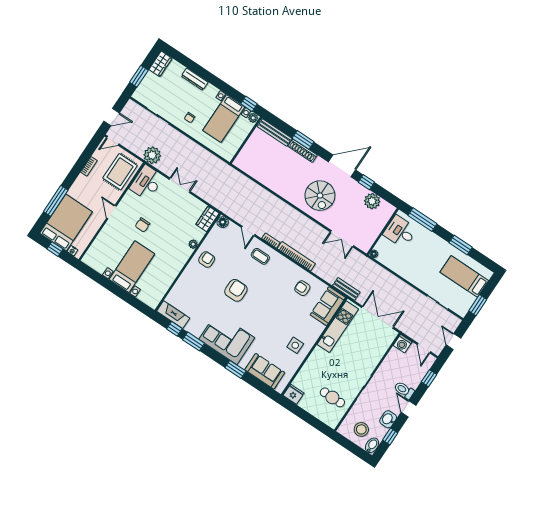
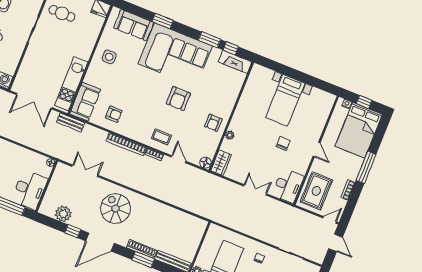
door: (112, 117) -> (336, 243), swing flipped
plant: (152, 155) -> (288, 214), removed
double door: (180, 185) -> (255, 190), swing flipped
window: (56, 201) -> (366, 167), moved
desk: (400, 232) -> (30, 190), width x1.37
corner sofa: (227, 339) -> (175, 55), width x1.36, depth x1.36

